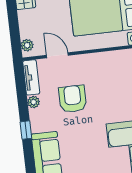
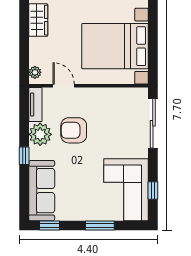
armchair: (73, 99) -> (74, 130), turned -90
plant: (34, 102) -> (40, 134), width x1.87, depth x1.87

